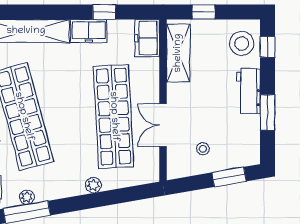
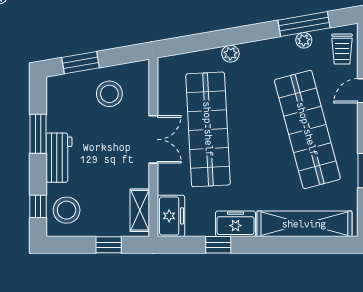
shelving: (178, 53) -> (140, 210), width x0.67, depth x0.75
double door: (163, 125) -> (153, 139), moved
stool: (203, 149) -> (109, 94), width x1.89, depth x1.89

